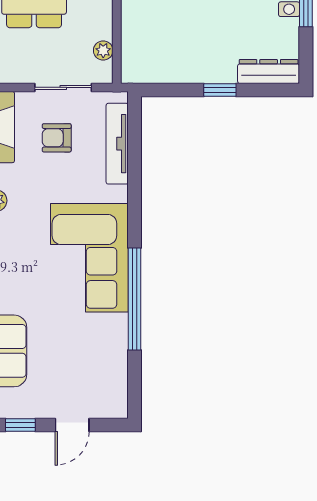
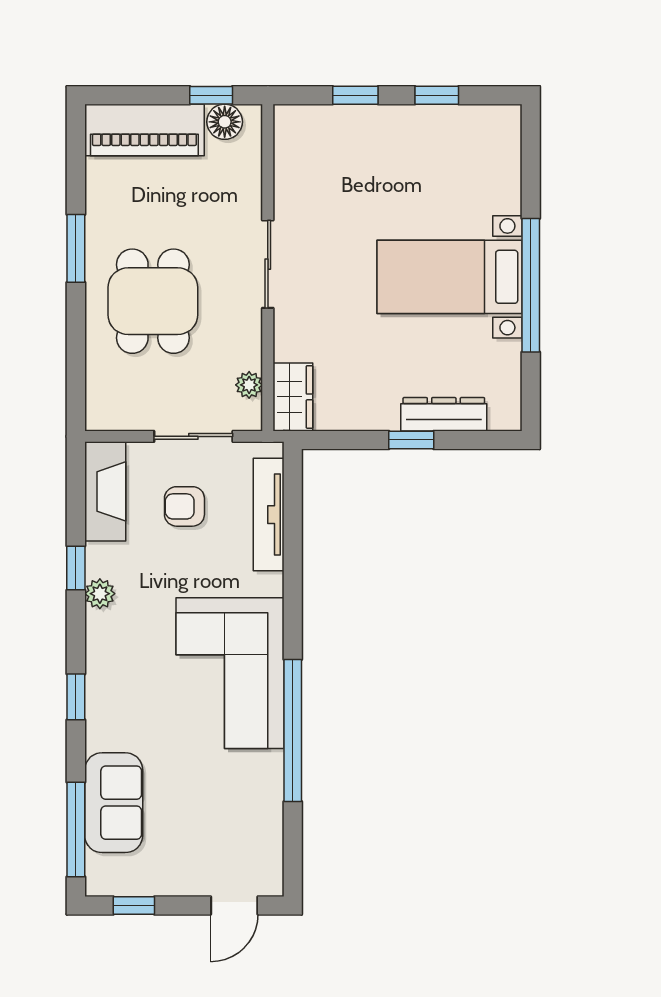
wardrobe: (135, 59) -> (293, 397), added
dresser: (269, 72) -> (444, 414), moved
door: (72, 425) -> (234, 906), moved

